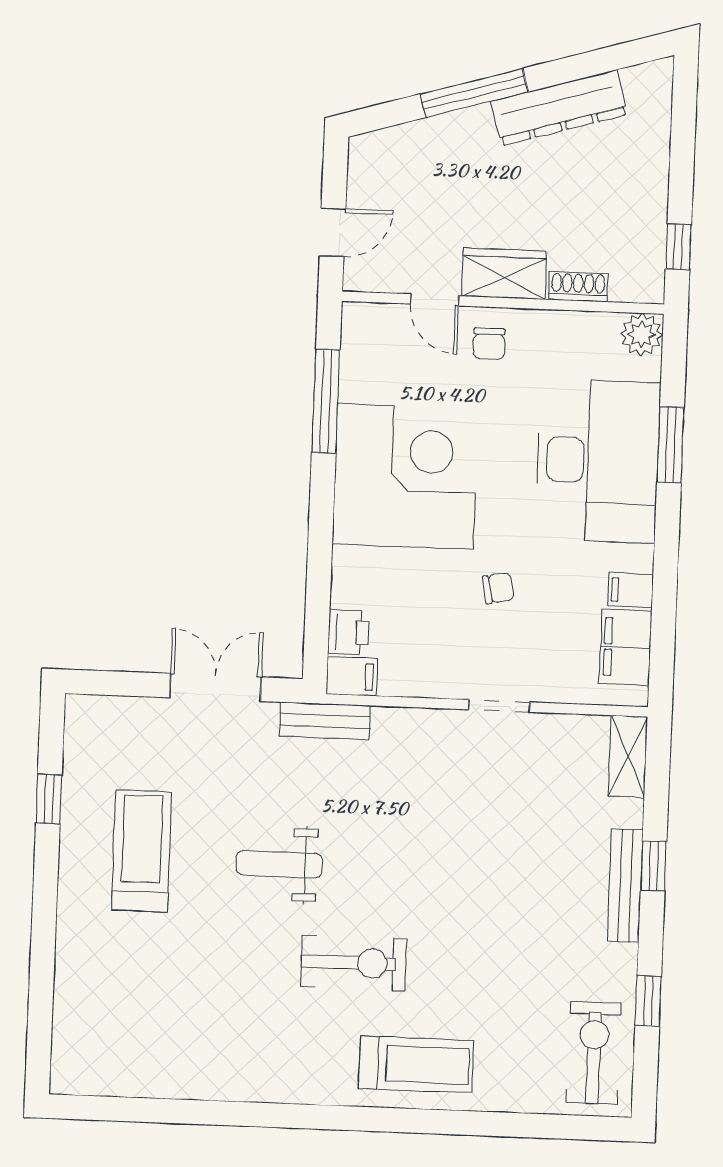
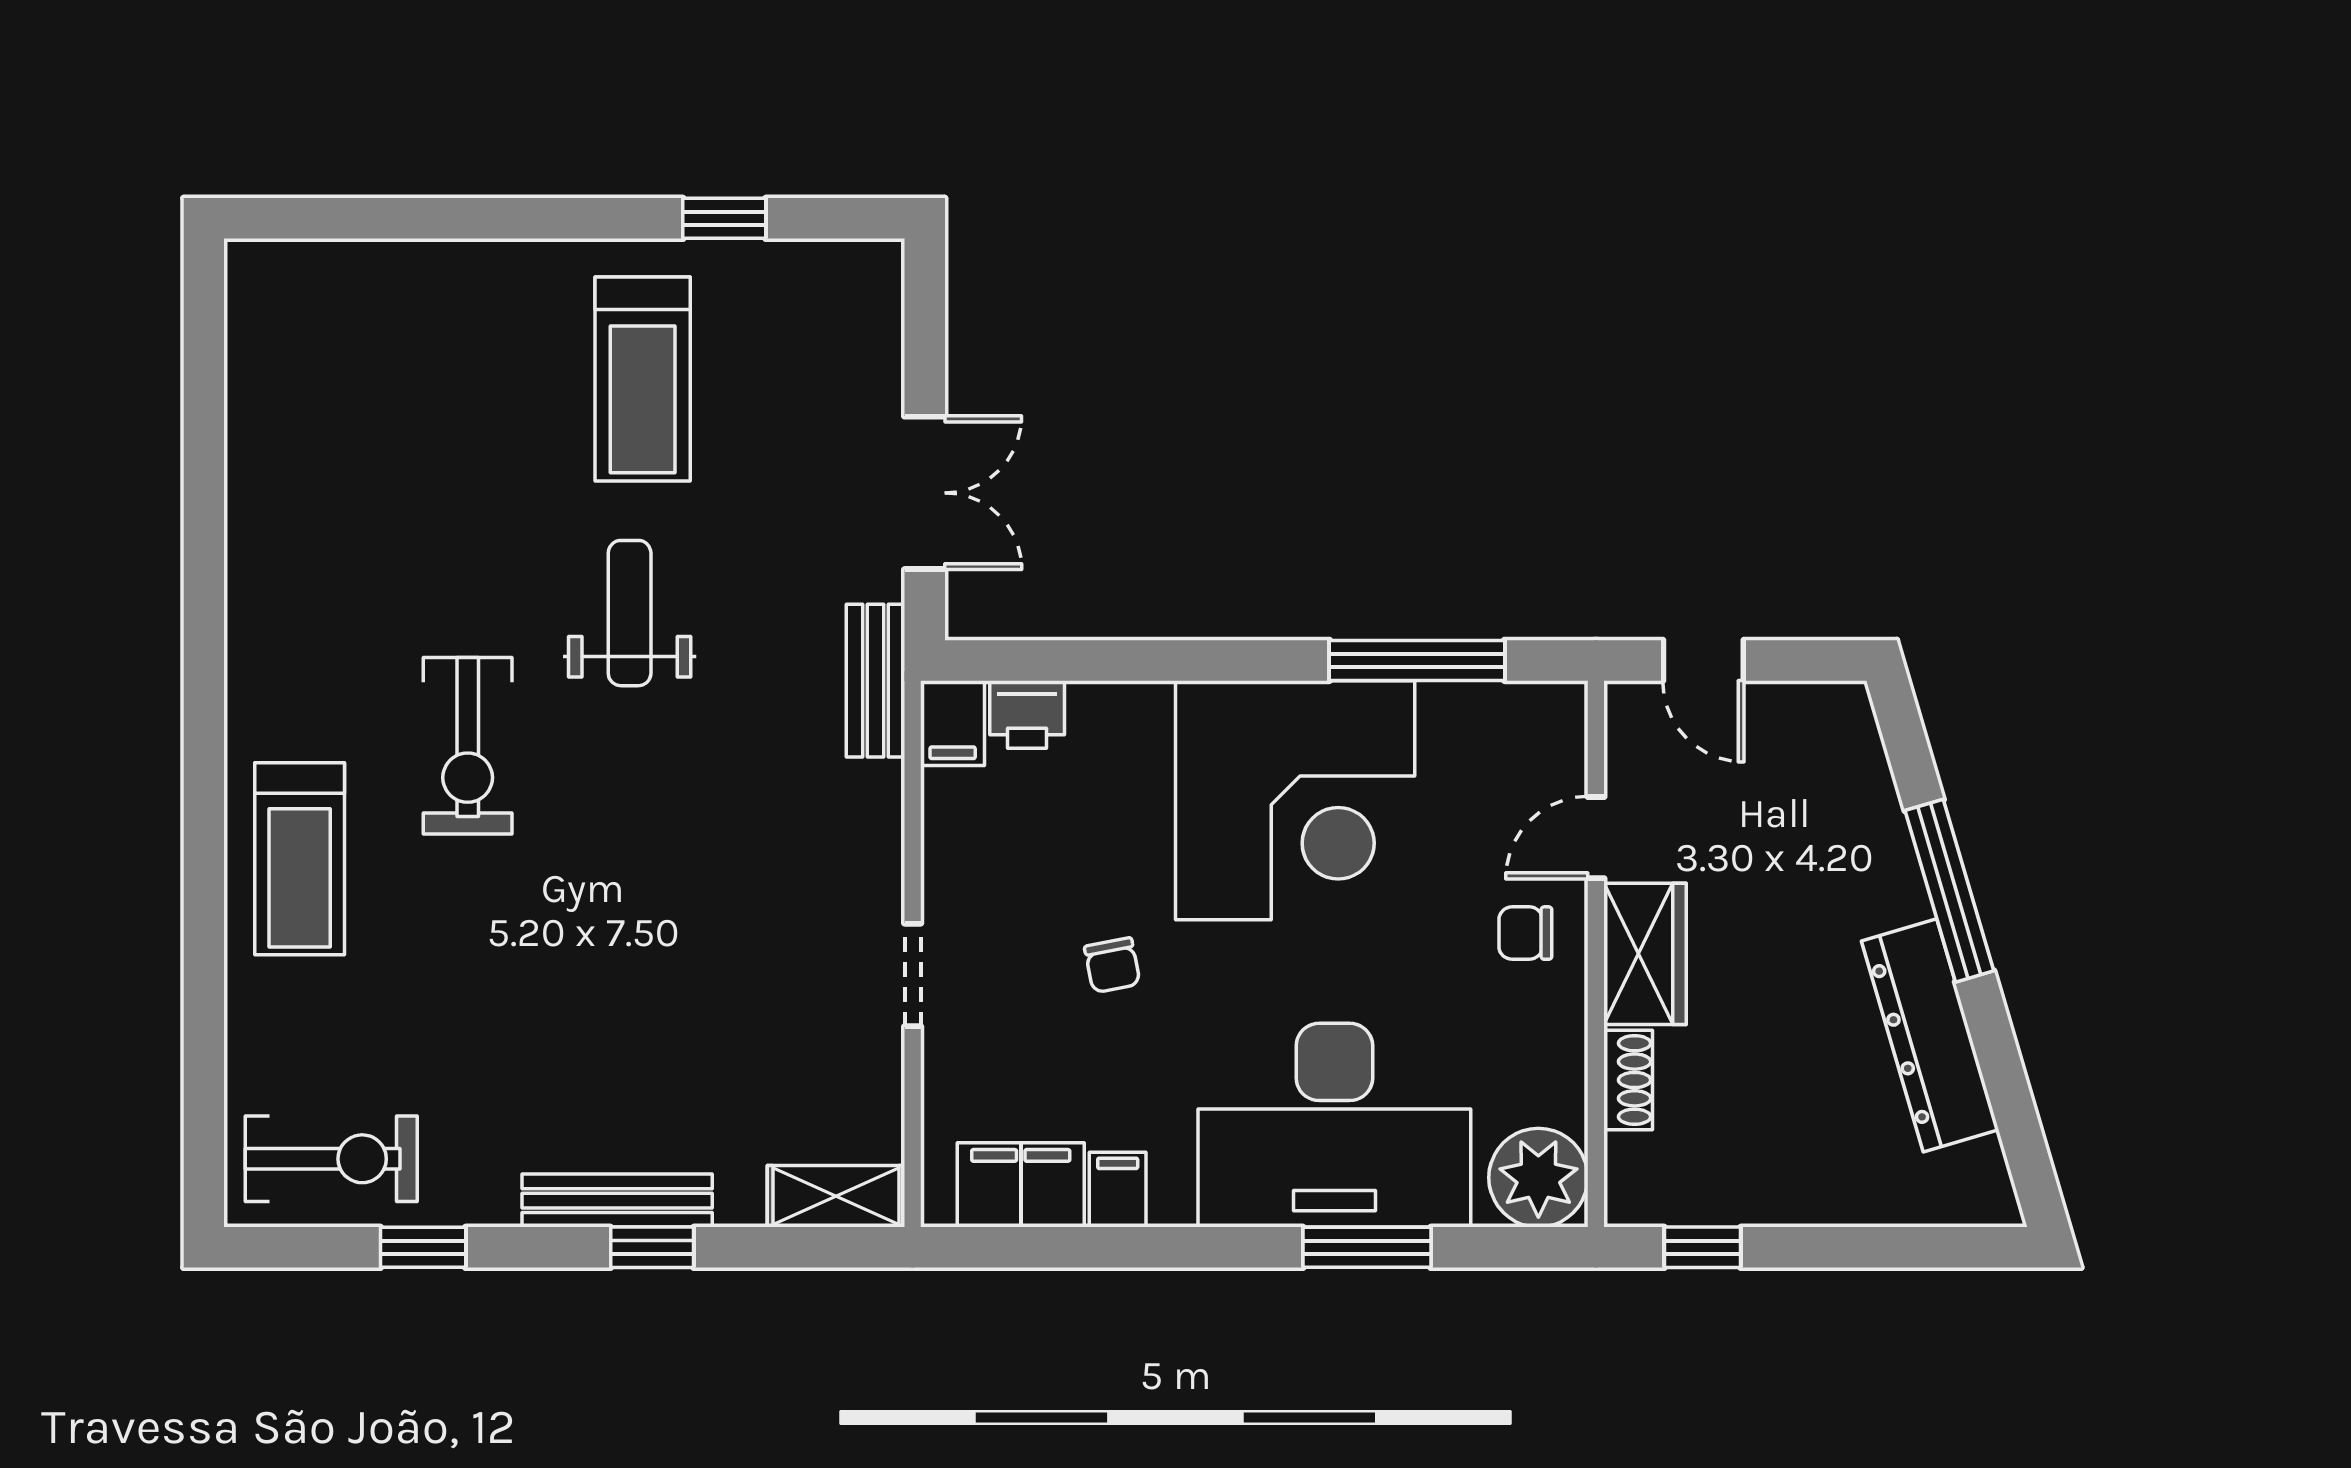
plant: (642, 334) -> (1538, 1178), width x1.36, depth x1.36
treadmill: (142, 851) -> (643, 379), turned 90

